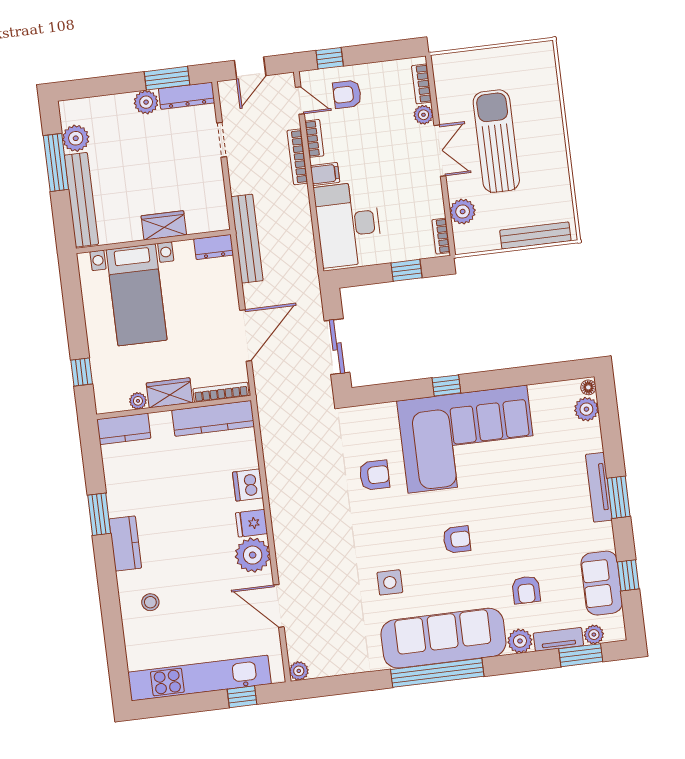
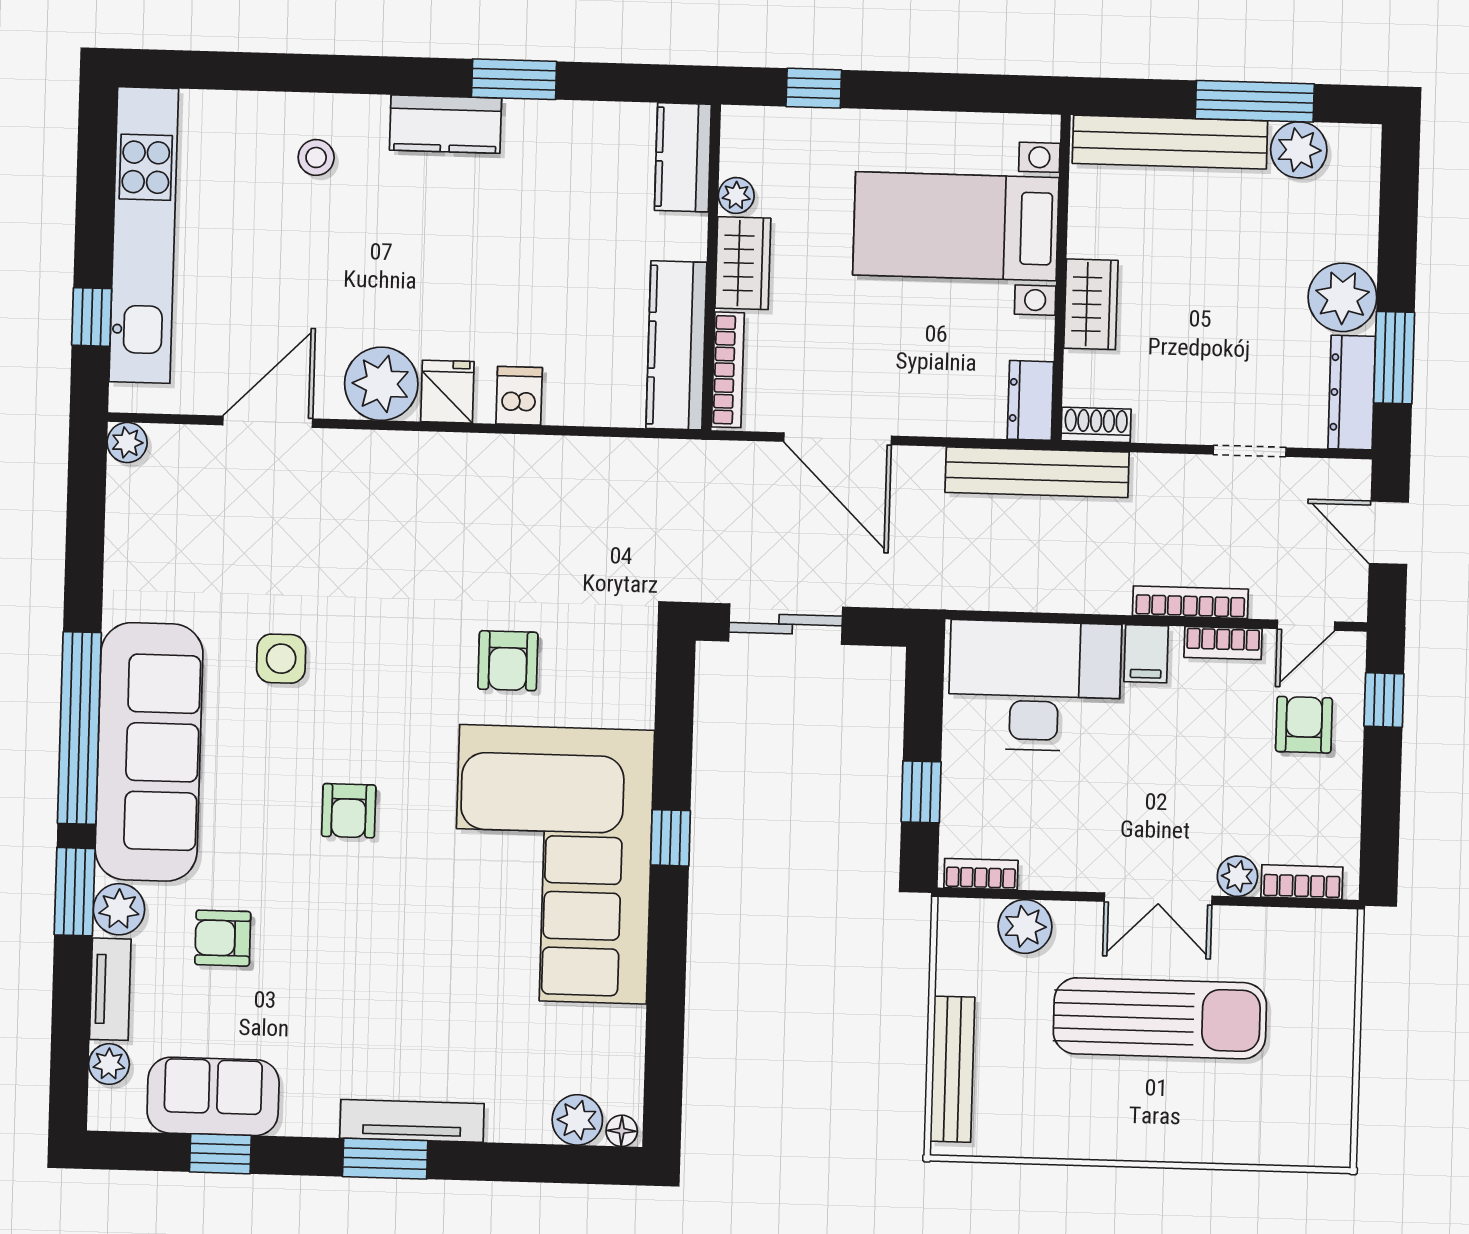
plant: (146, 102) -> (1342, 297), width x1.36, depth x1.36
shoe rack: (220, 214) -> (1096, 425), added
dishwasher: (248, 485) -> (519, 396), width x0.73
window: (581, 655) -> (75, 892), moved

